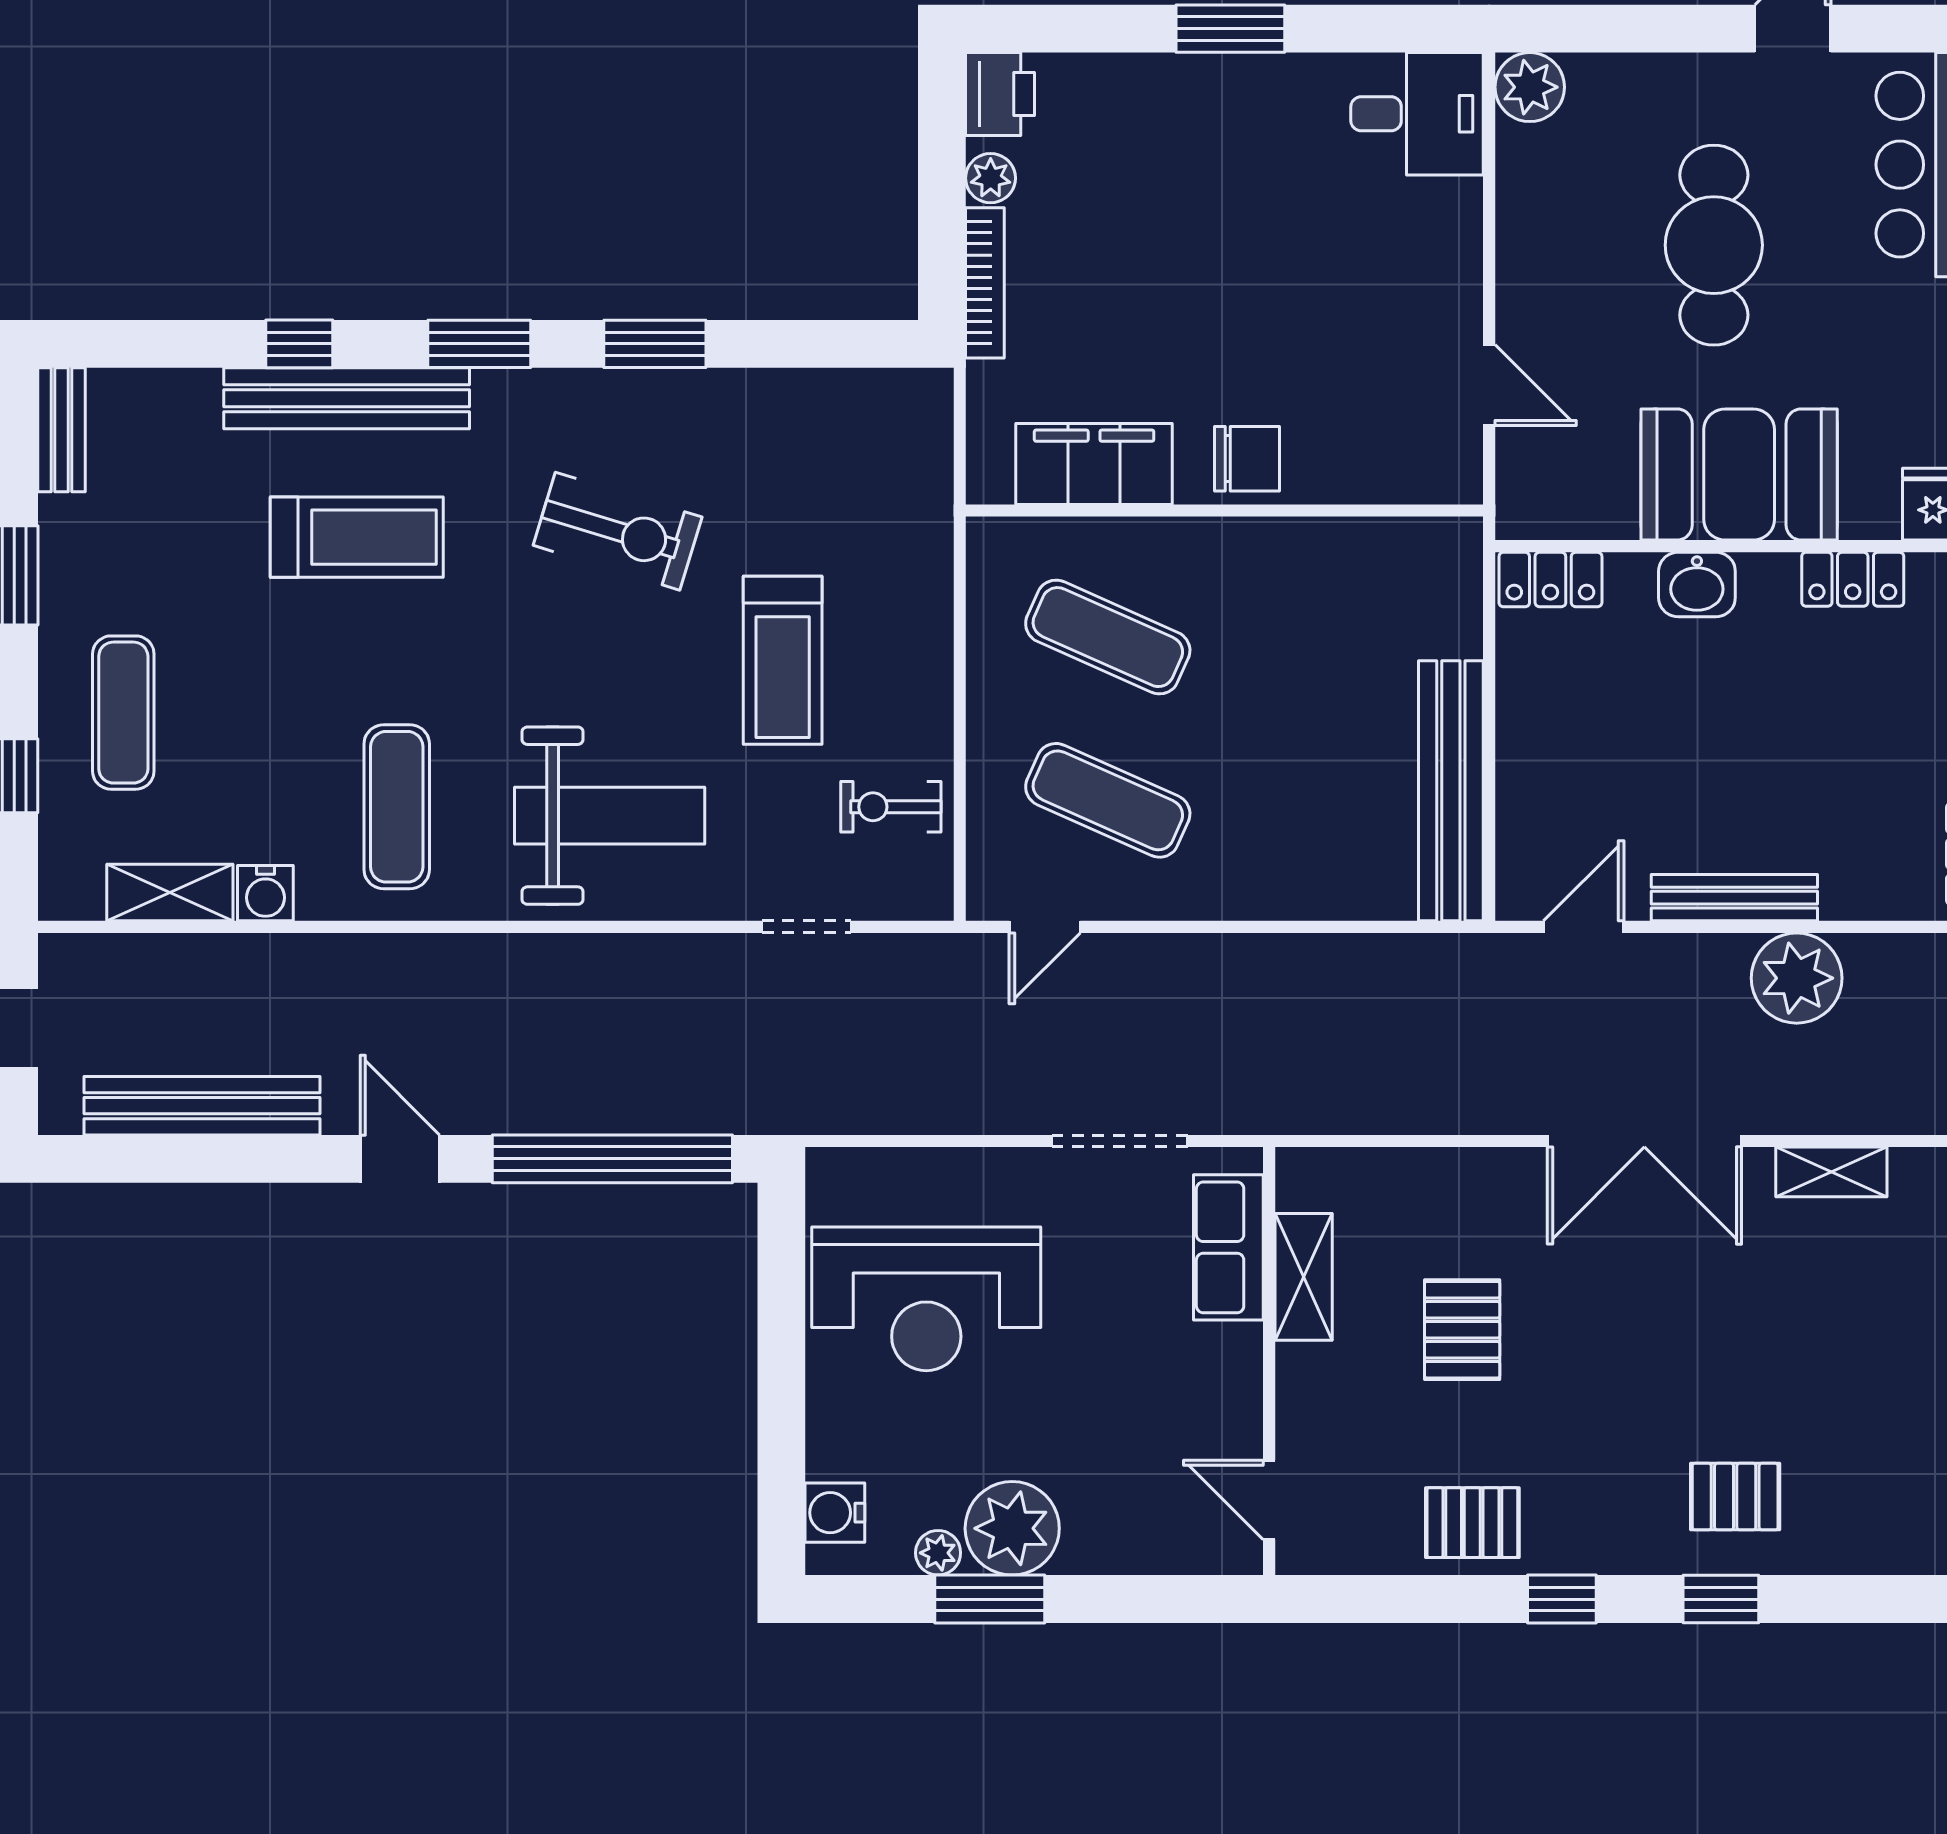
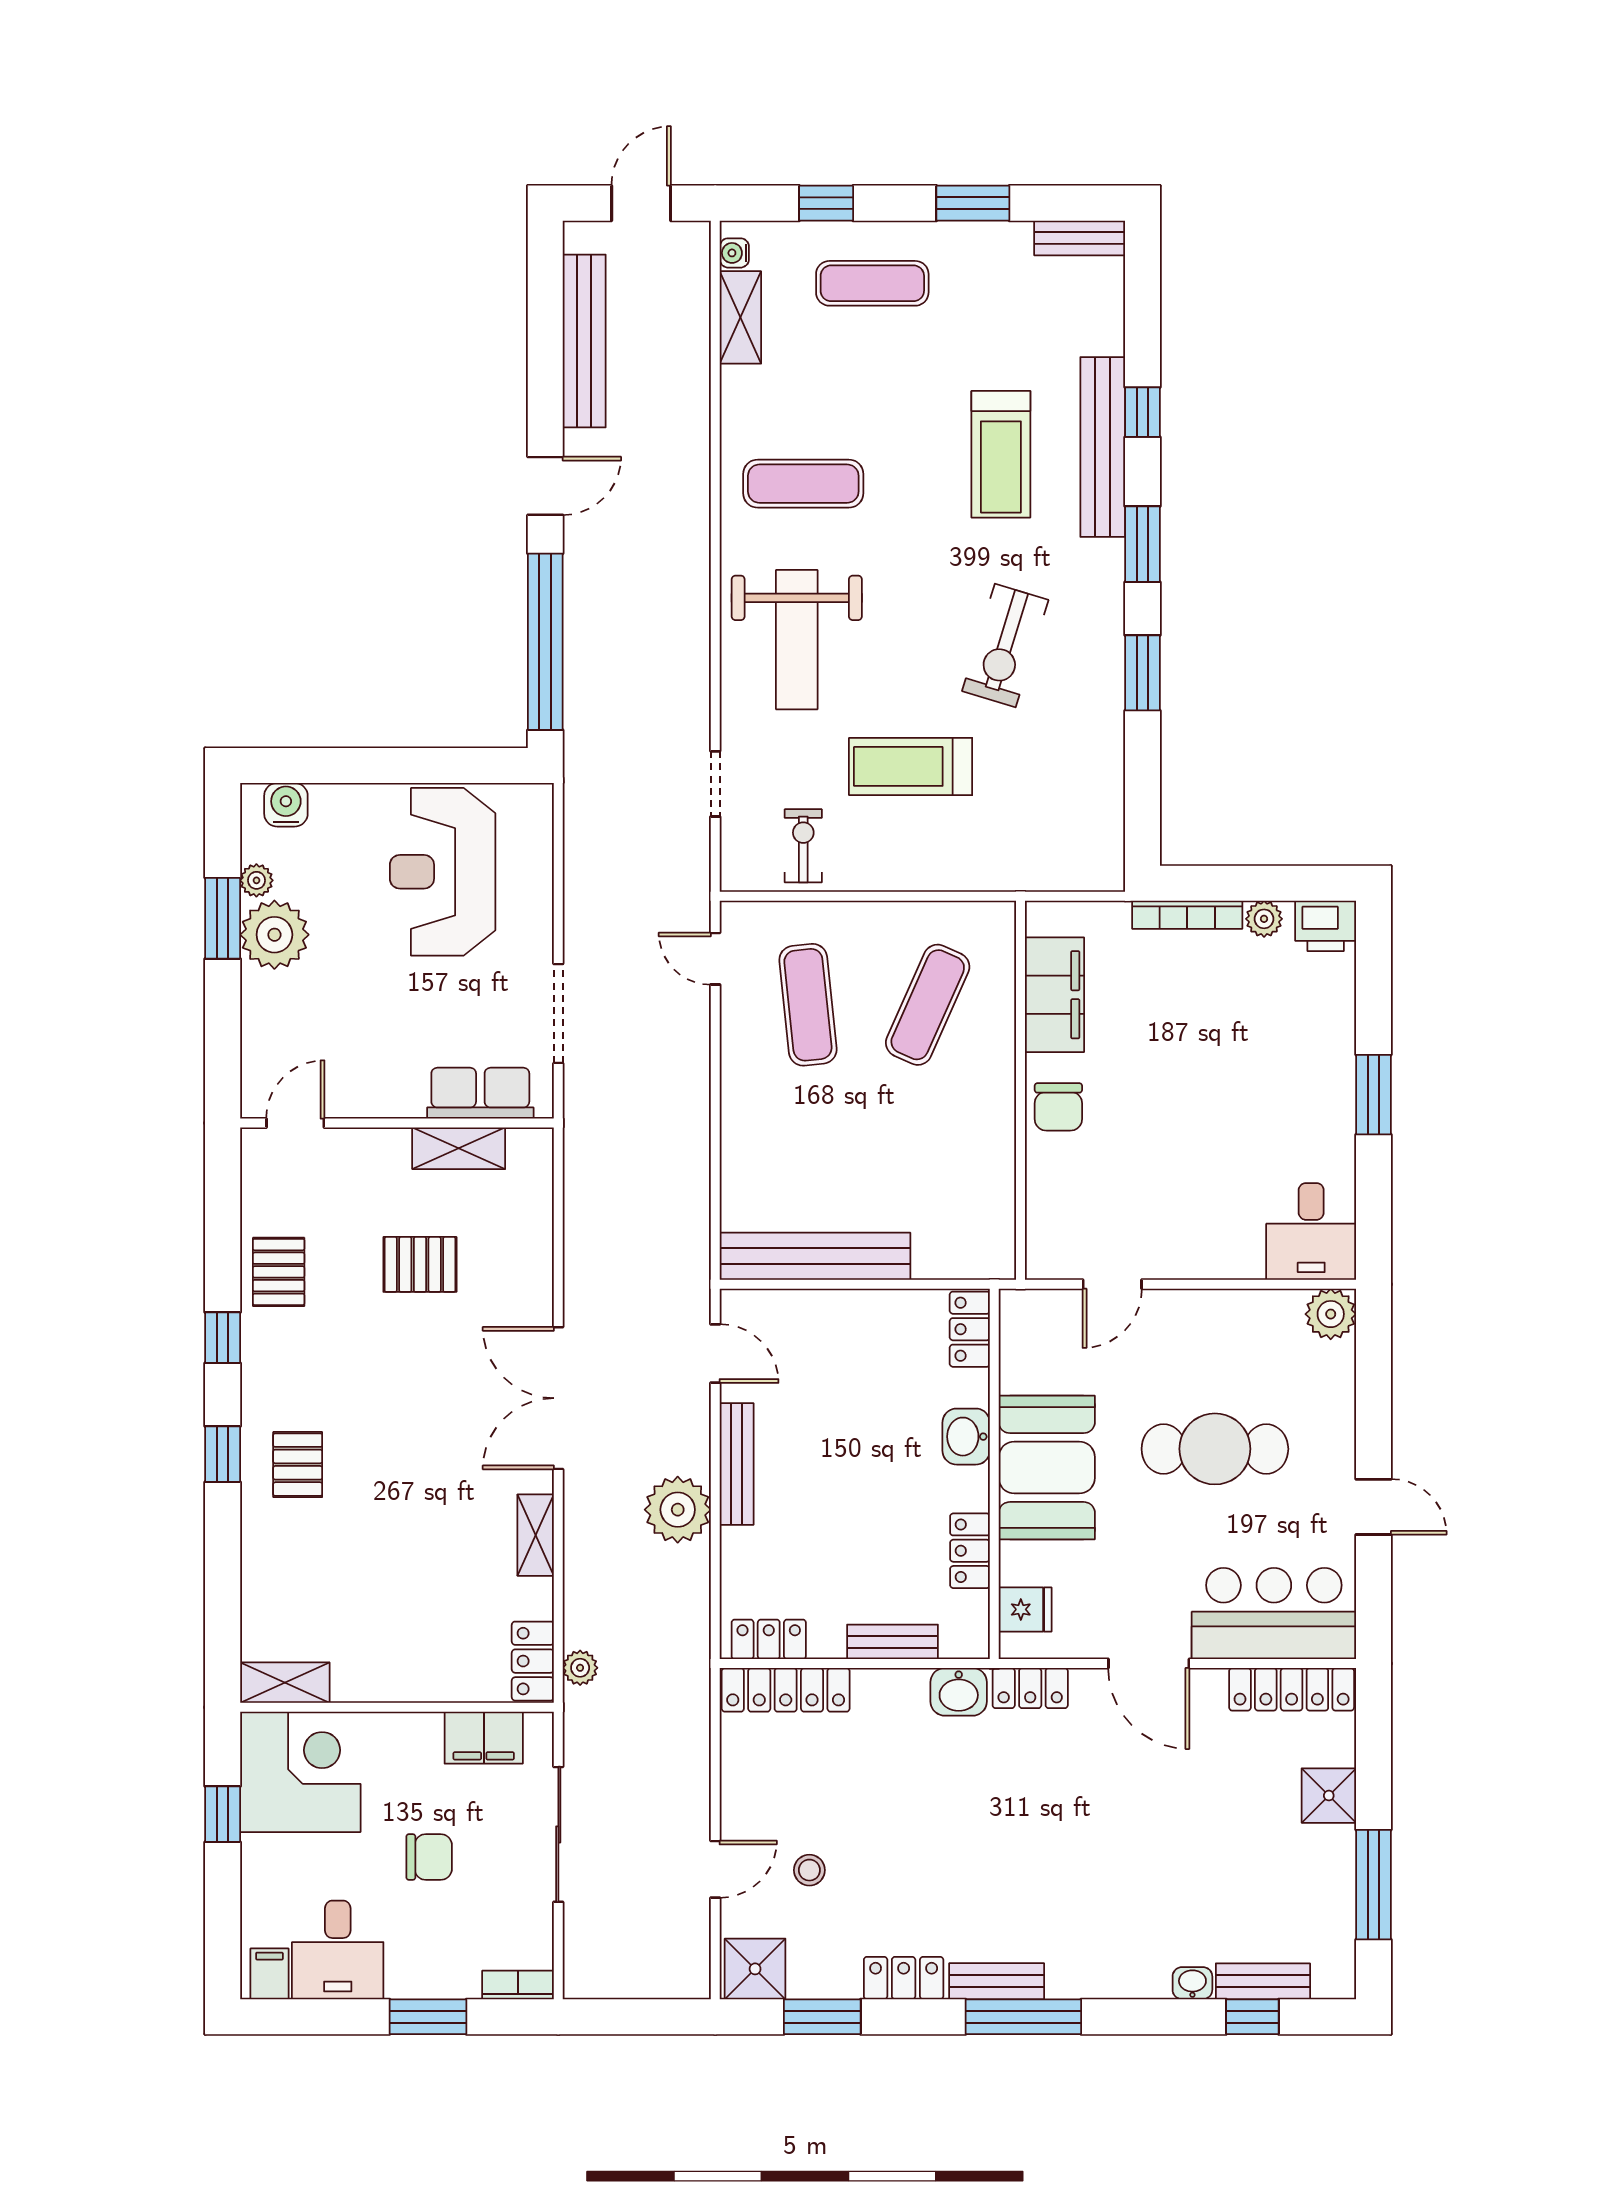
exercise mat: (1108, 800) -> (808, 1005), turned -30
water cooler: (265, 893) -> (734, 253), moved, width x0.72, depth x0.72

